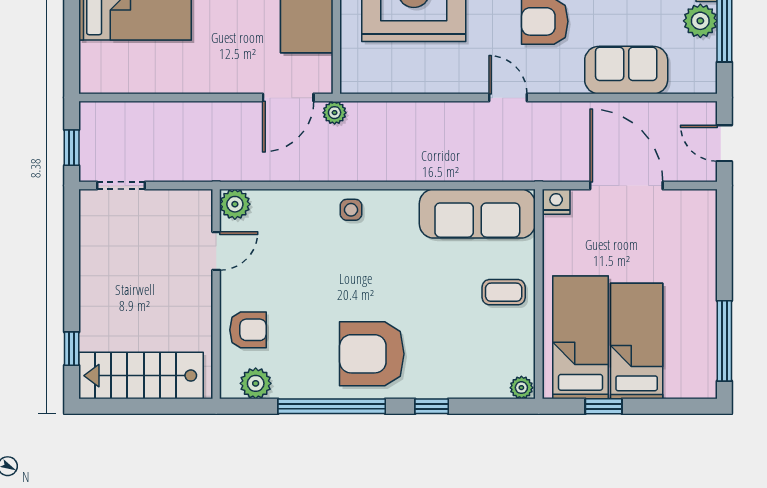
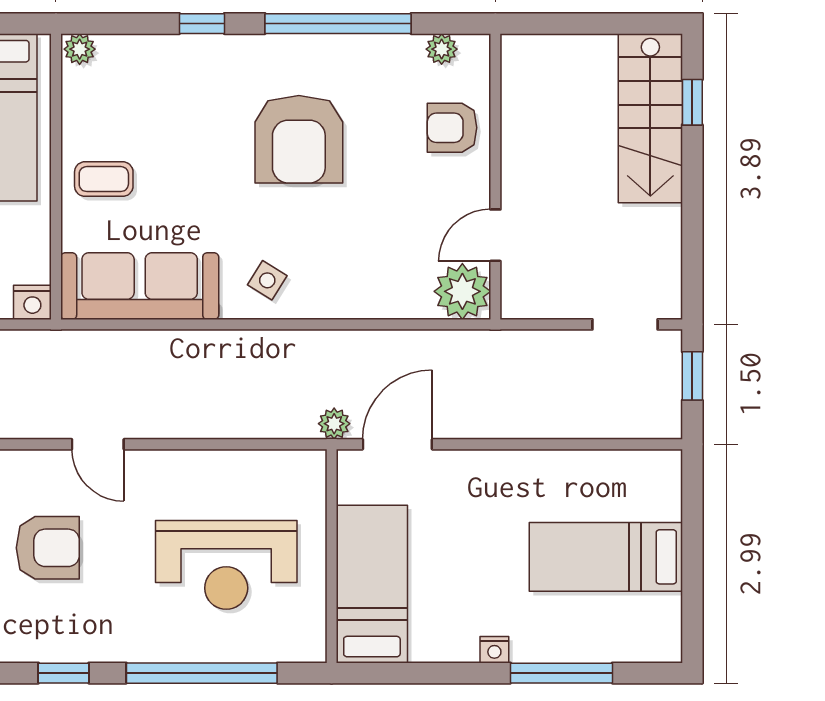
plant: (235, 204) -> (462, 291), width x1.36, depth x1.36
side table: (351, 210) -> (267, 280), moved, turned 32
armchair: (372, 354) -> (299, 139), moved, turned 90
stairs: (141, 376) -> (650, 118), moved, turned 90
plant: (256, 383) -> (442, 49), width x0.73, depth x0.73

